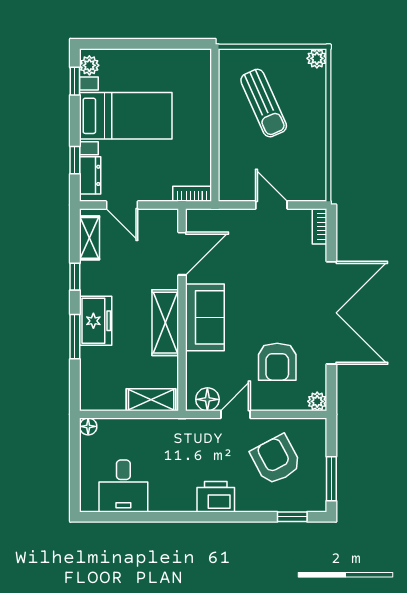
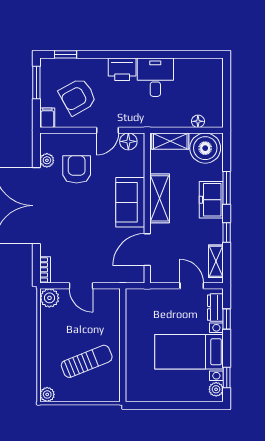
sun lounger: (264, 103) -> (87, 361), turned 92
plant: (314, 189) -> (49, 298), added
bookcase: (192, 194) -> (140, 294), removed
boiler: (104, 390) -> (205, 148), added
plant: (317, 401) -> (47, 160), moved
floor lamp: (88, 426) -> (198, 121), moved
filing cabinet: (317, 431) -> (47, 118), added
armchair: (276, 460) -> (78, 97), turned 89
desk: (123, 486) -> (155, 77), moved

